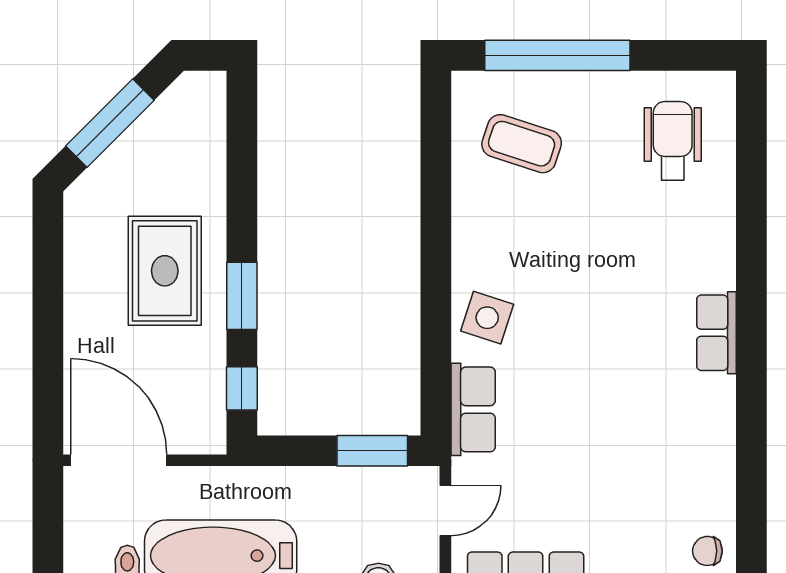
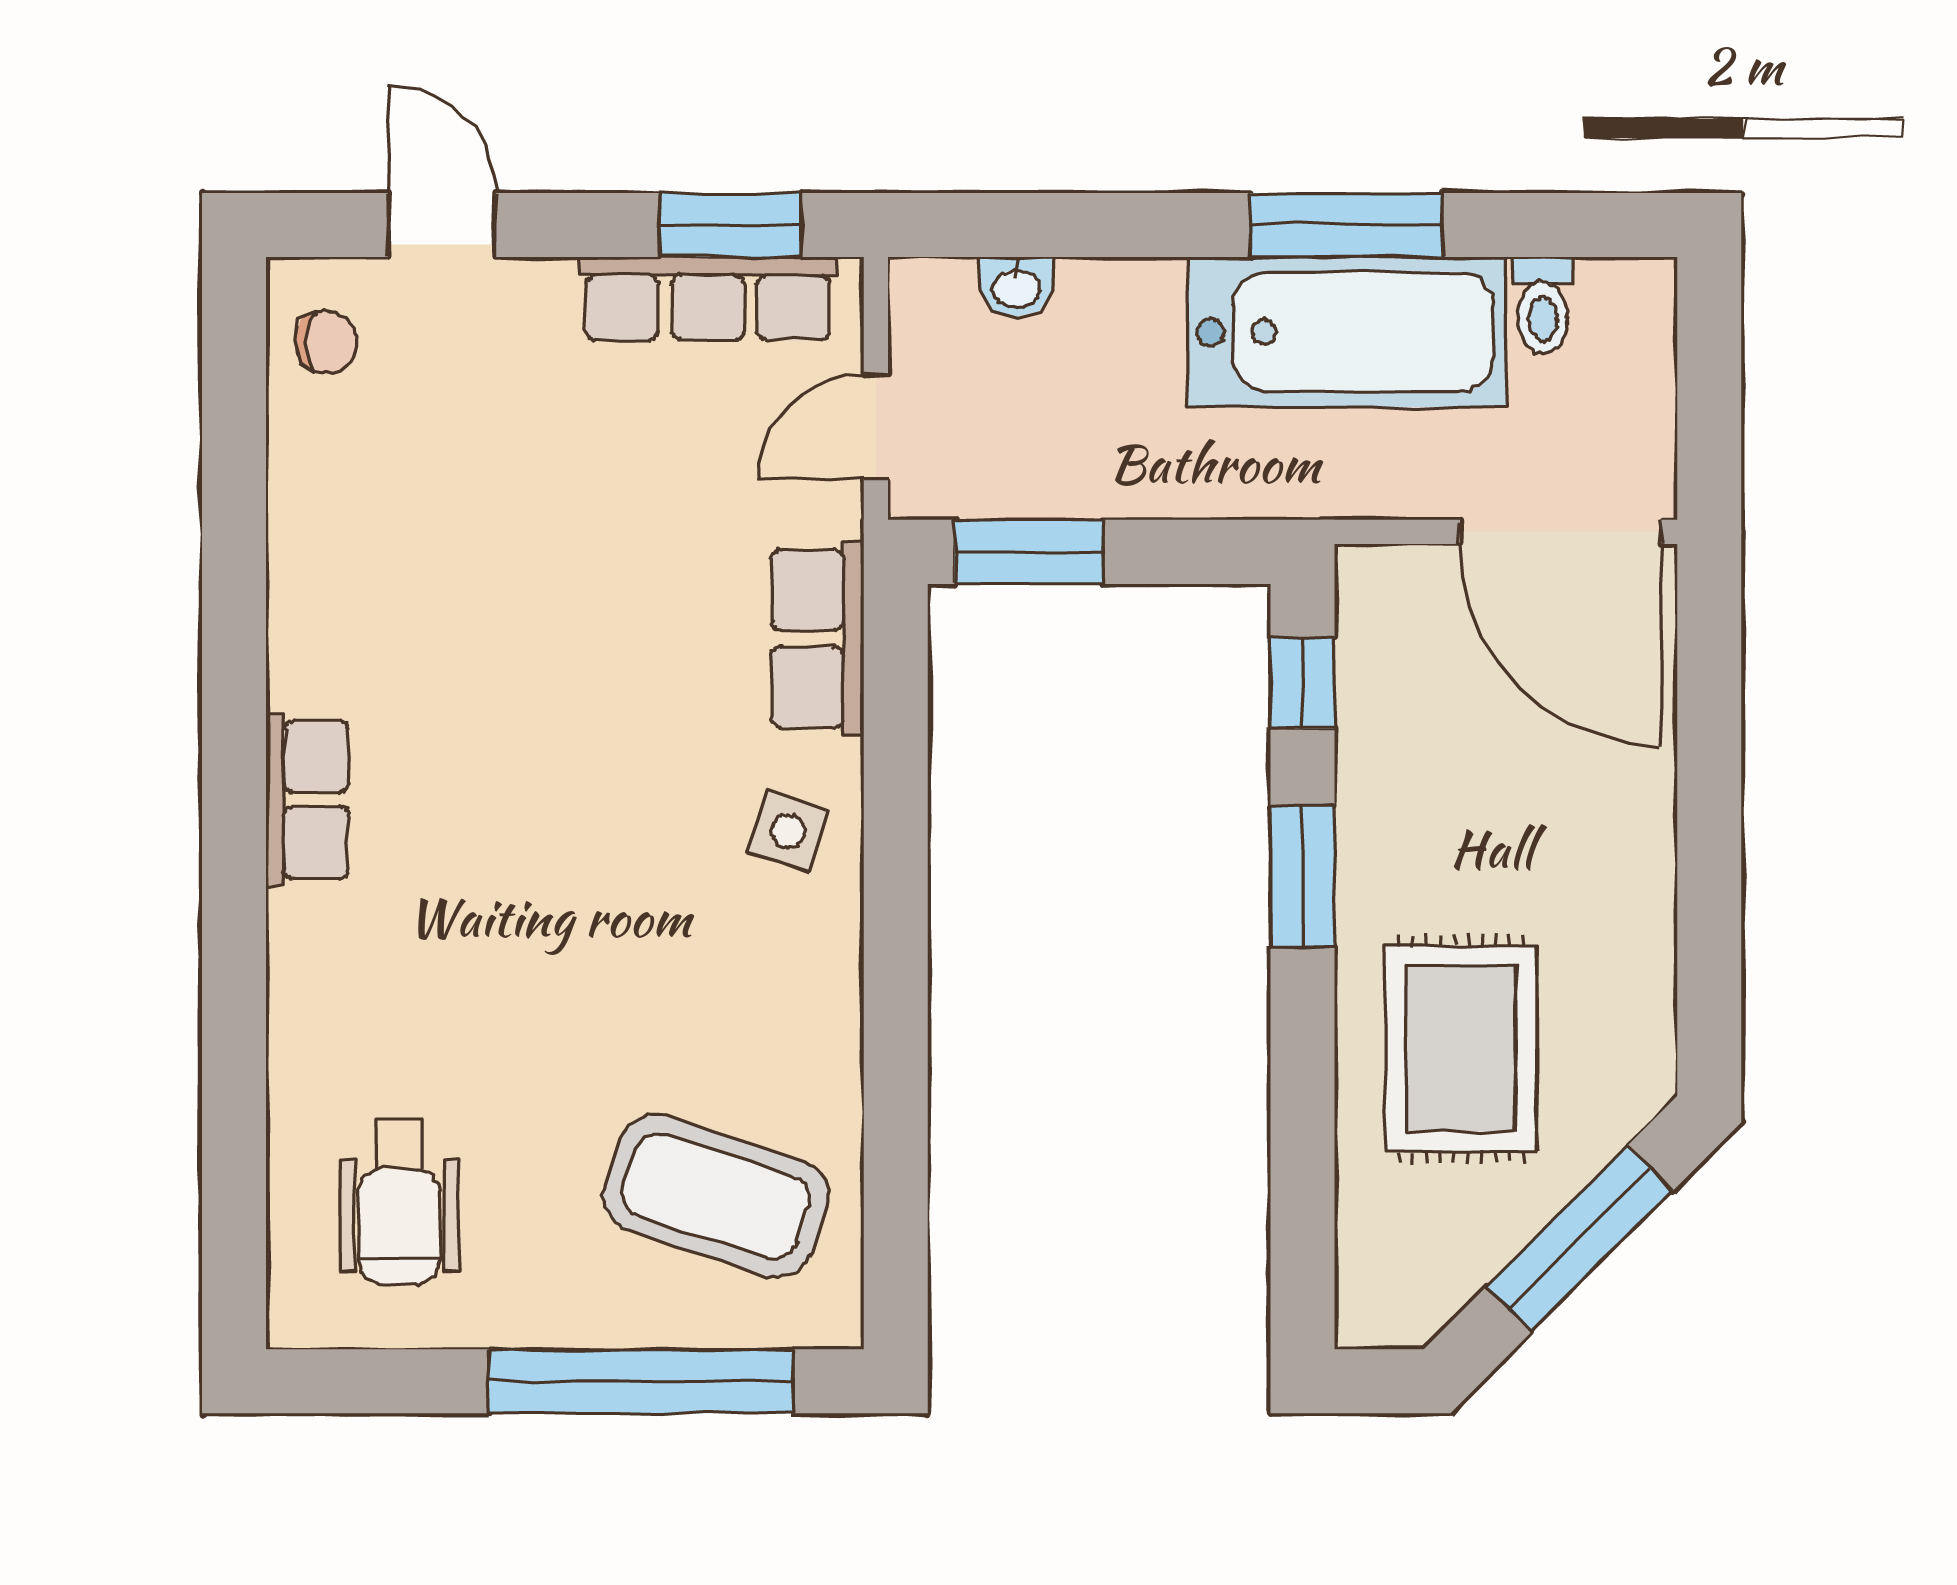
coffee table: (522, 144) -> (716, 1196), width x1.36, depth x1.32
rug: (165, 271) -> (1461, 1049), moved
side table: (487, 318) -> (788, 831), width x0.73, depth x0.73

